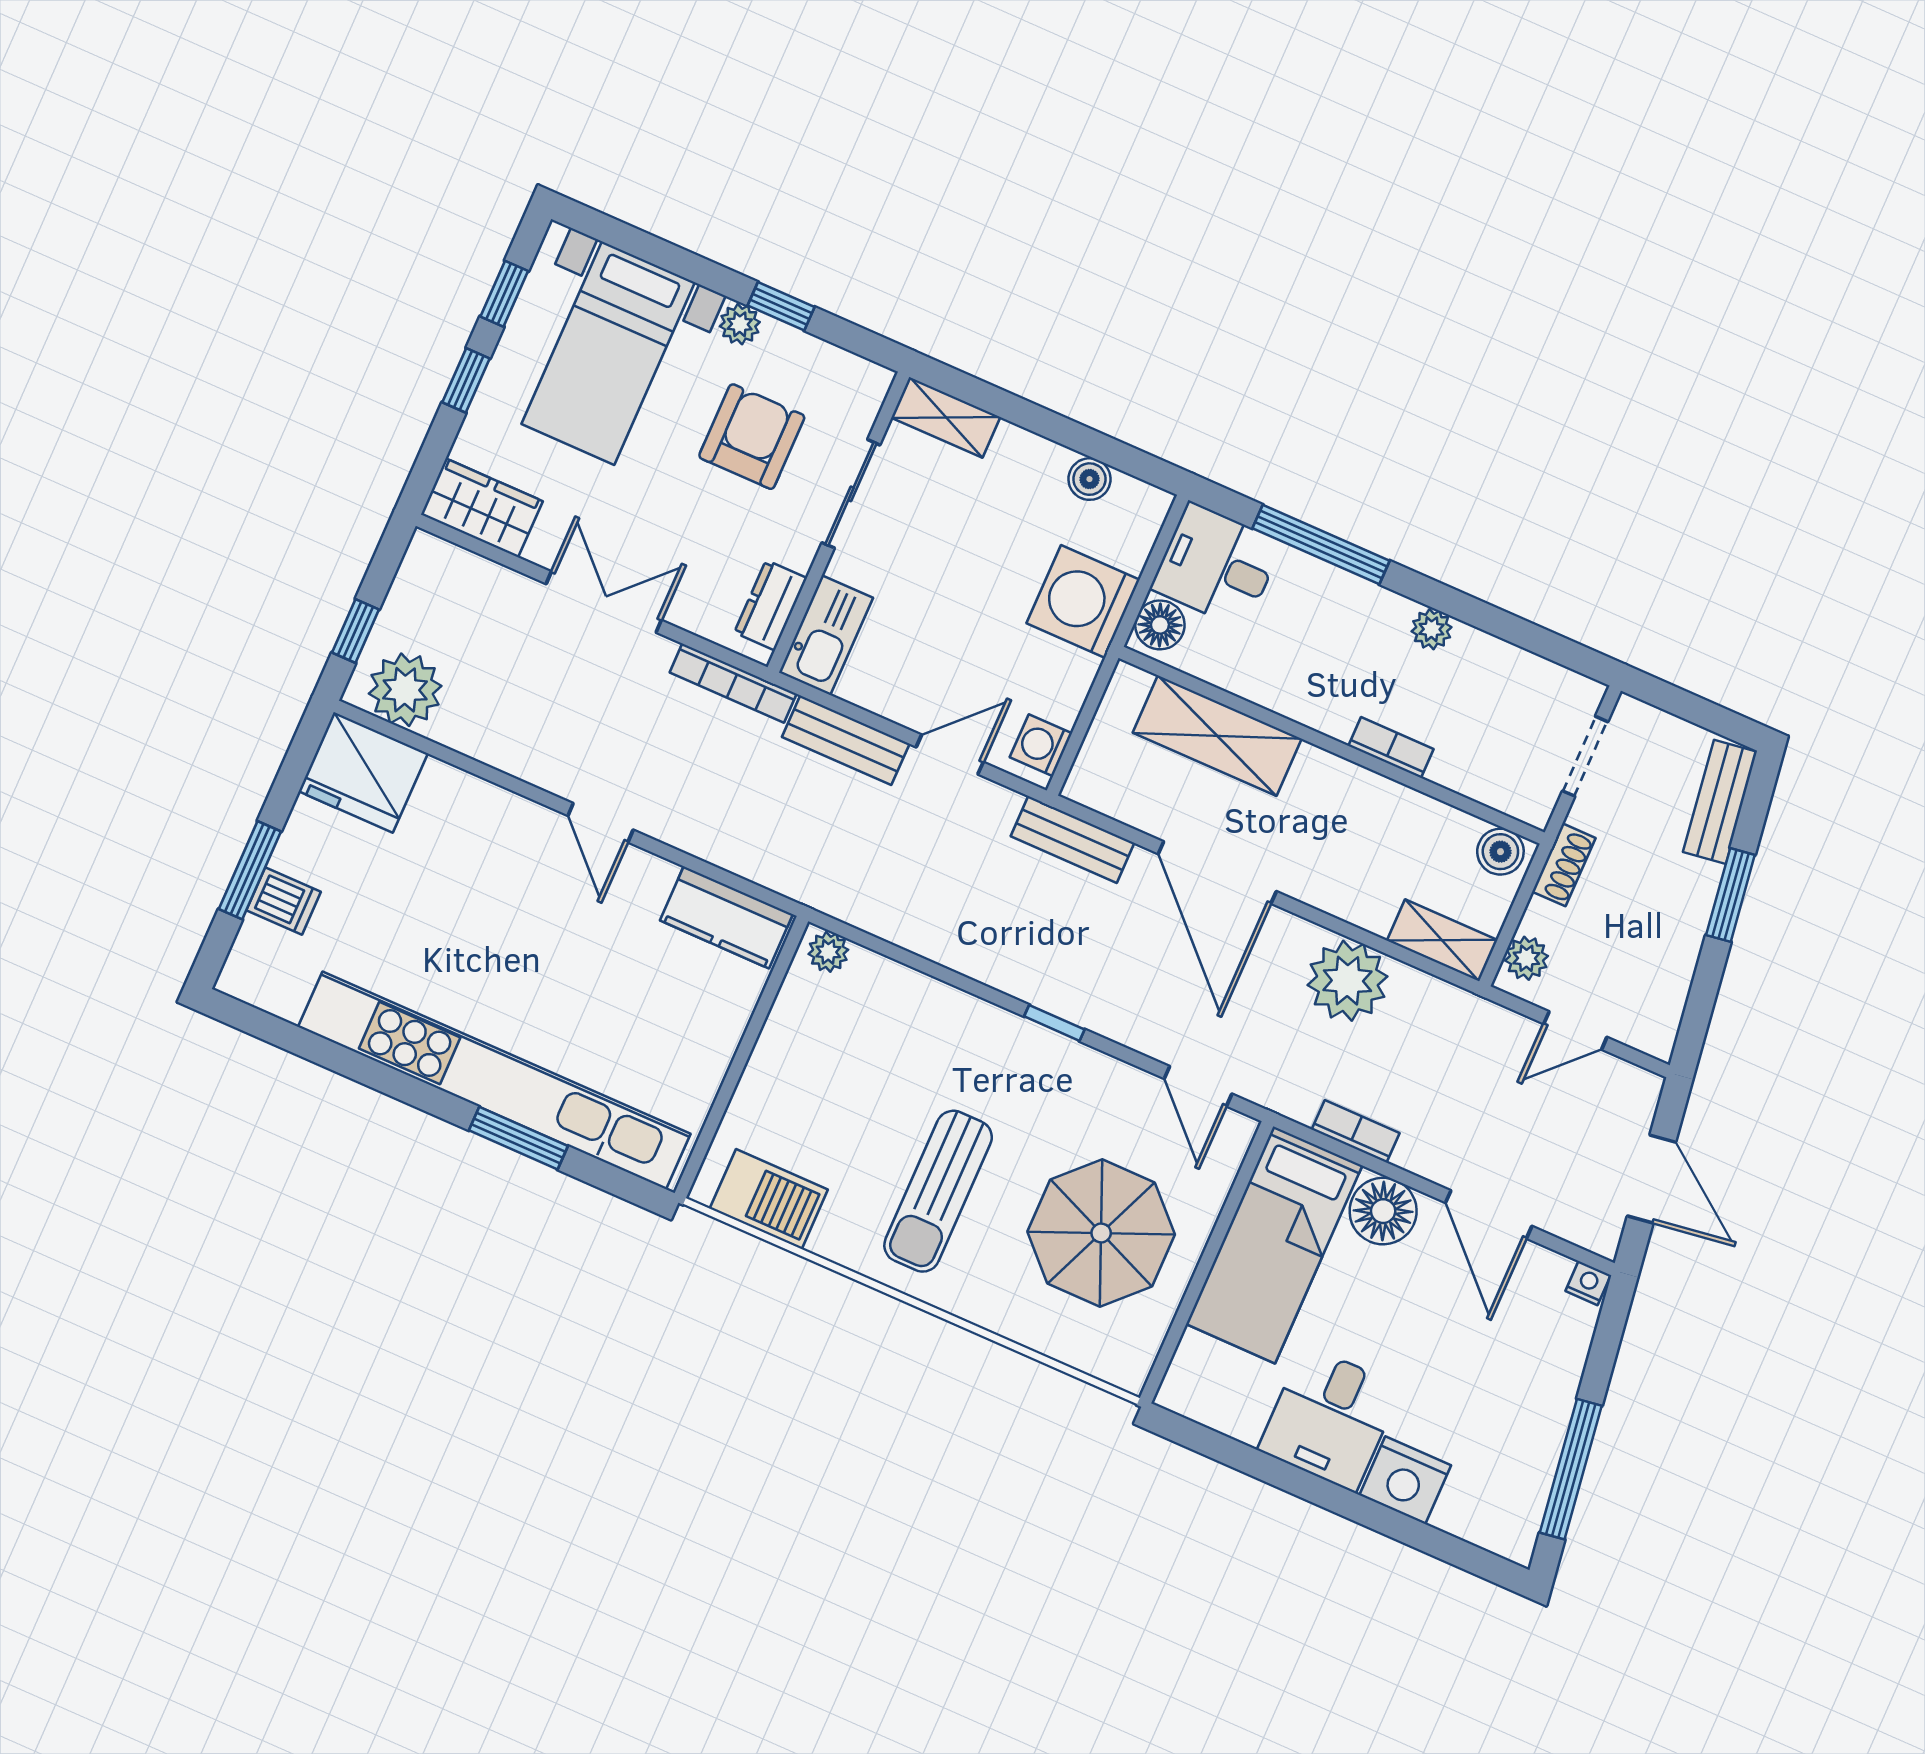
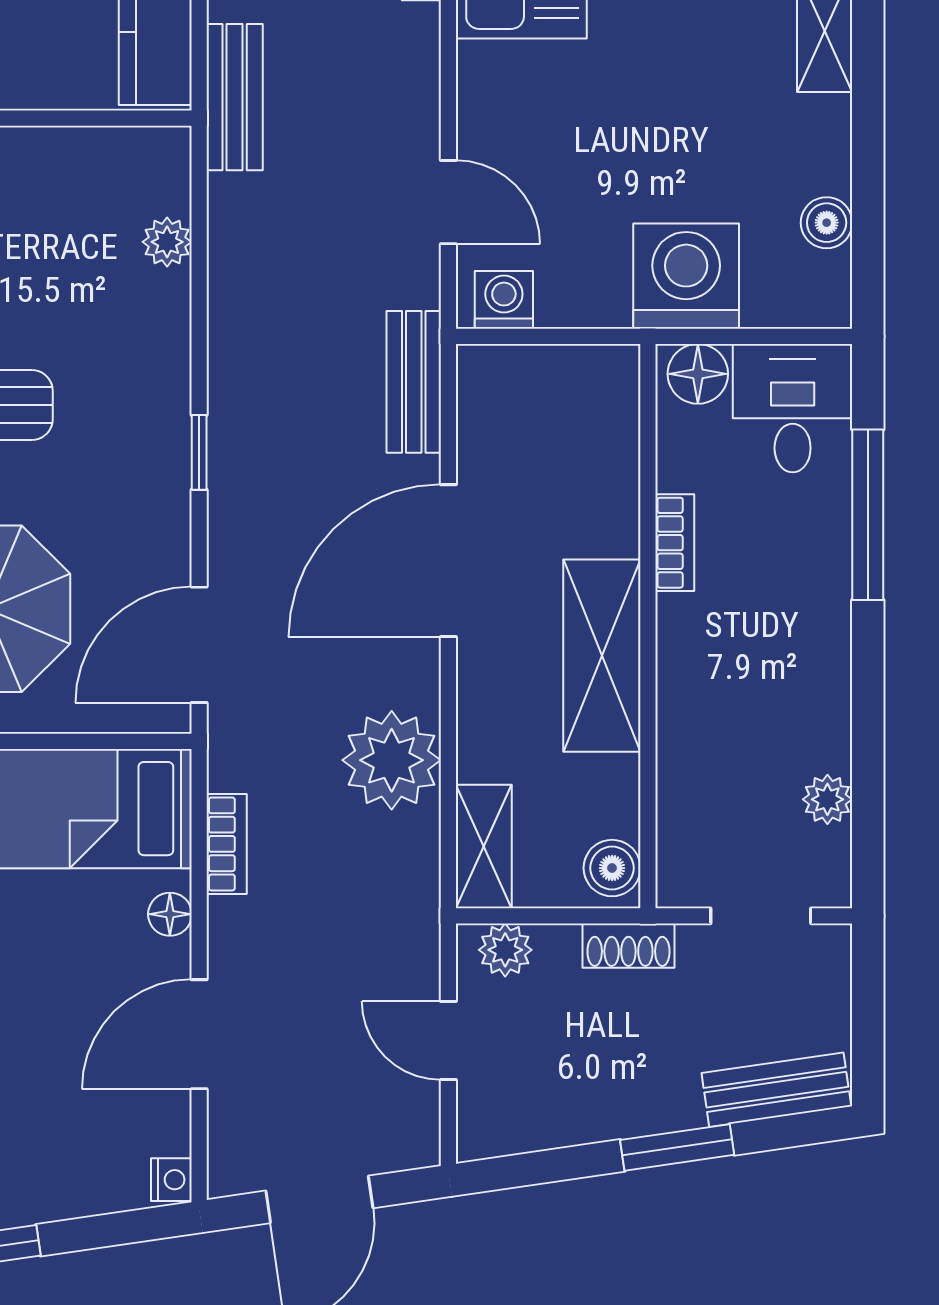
plant: (1432, 629) -> (827, 799), moved
shelving: (1217, 736) -> (602, 656), moved
bench: (846, 740) -> (235, 97), moved
bookcase: (1391, 747) -> (675, 543), moved
plant: (828, 952) -> (167, 242), moved
door: (1198, 1086) -> (199, 645), width x1.38
floor lamp: (1383, 1211) -> (170, 914), width x0.53, depth x0.53

